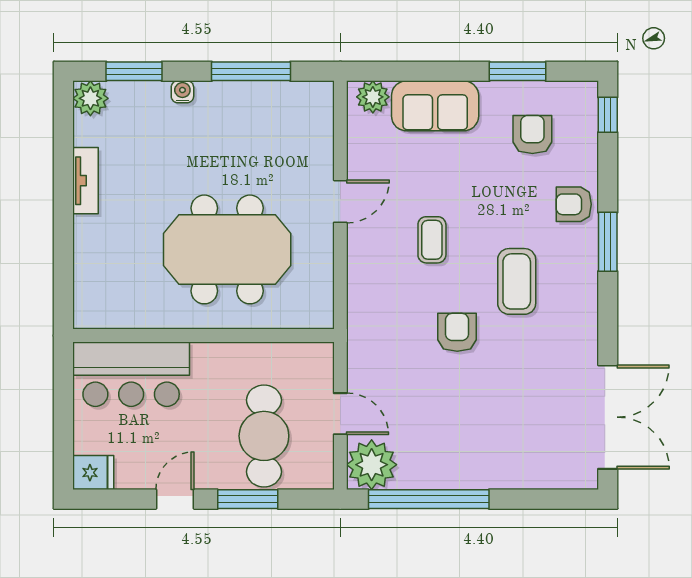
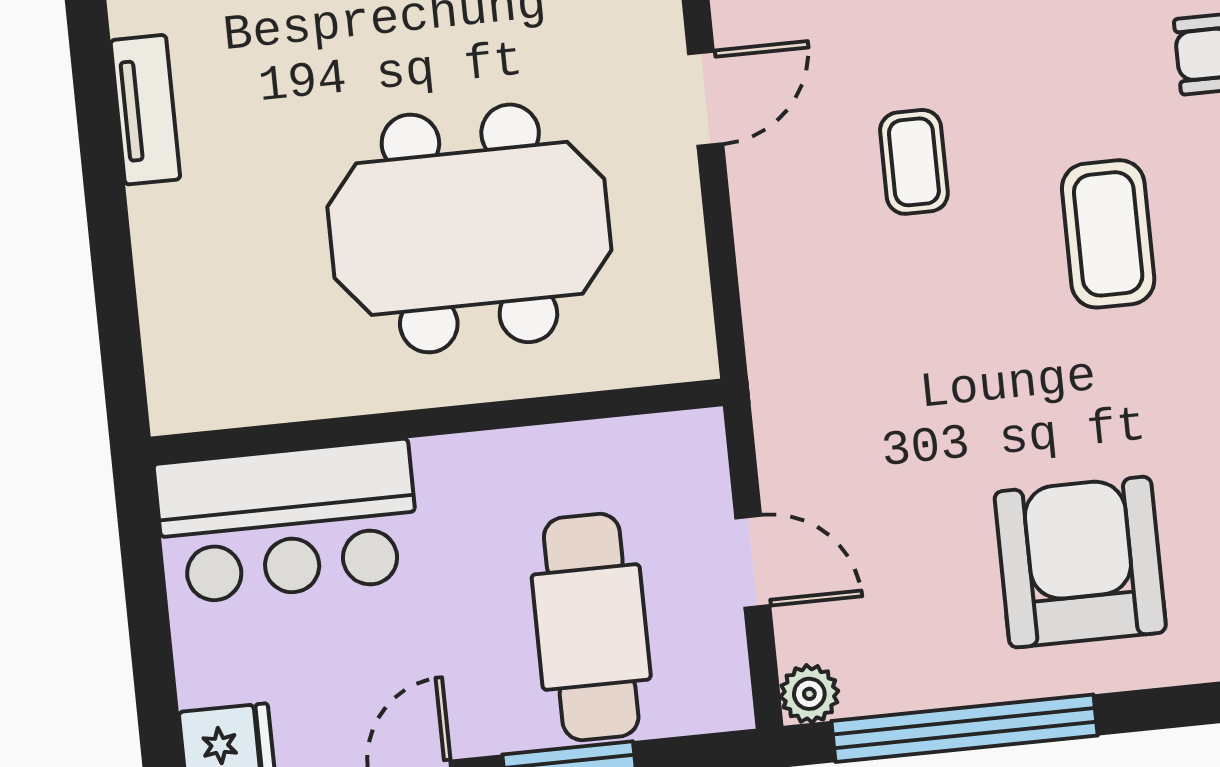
armchair: (457, 332) -> (1080, 562), moved, width x1.88, depth x1.88
plant: (372, 465) -> (809, 694), width x0.53, depth x0.53

